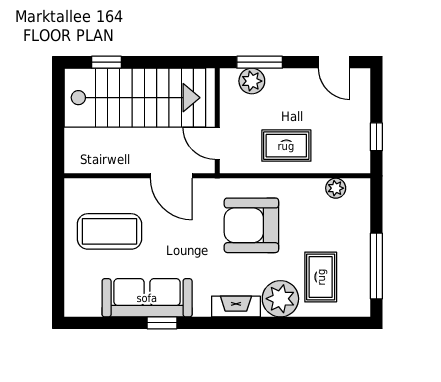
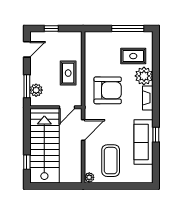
window: (376, 137) -> (51, 28), moved
plant: (336, 188) -> (89, 177), moved
armchair: (251, 225) -> (108, 90), turned -90

